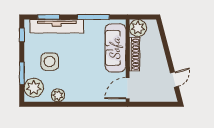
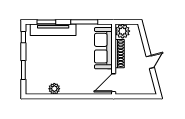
side table: (50, 62) -> (47, 60), removed
door: (174, 80) -> (150, 62), moved
plant: (34, 88) -> (34, 82), removed

